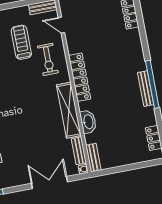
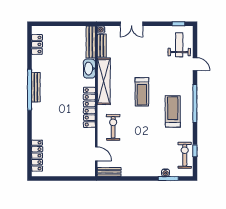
treadmill: (21, 42) -> (142, 92), moved
bench: (93, 158) -> (91, 42), width x1.36
double door: (49, 183) -> (132, 24), width x0.73

